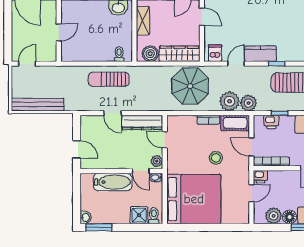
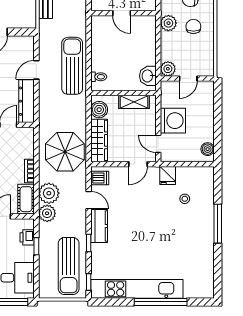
sun lounger: (109, 79) -> (72, 66), width x1.36, depth x1.34

